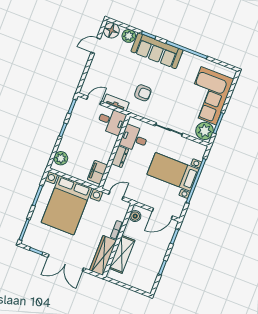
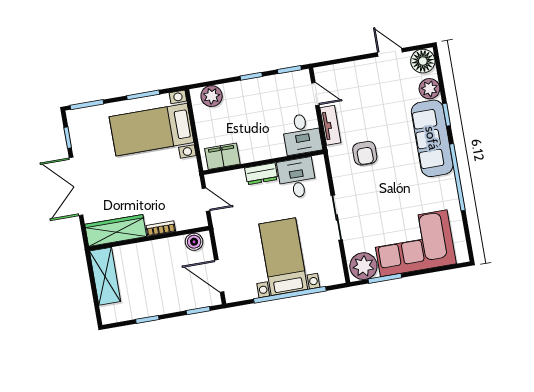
bed with nightstands: (67, 205) -> (152, 130), width x0.73
shelving: (122, 254) -> (105, 276), moved, turned 90

